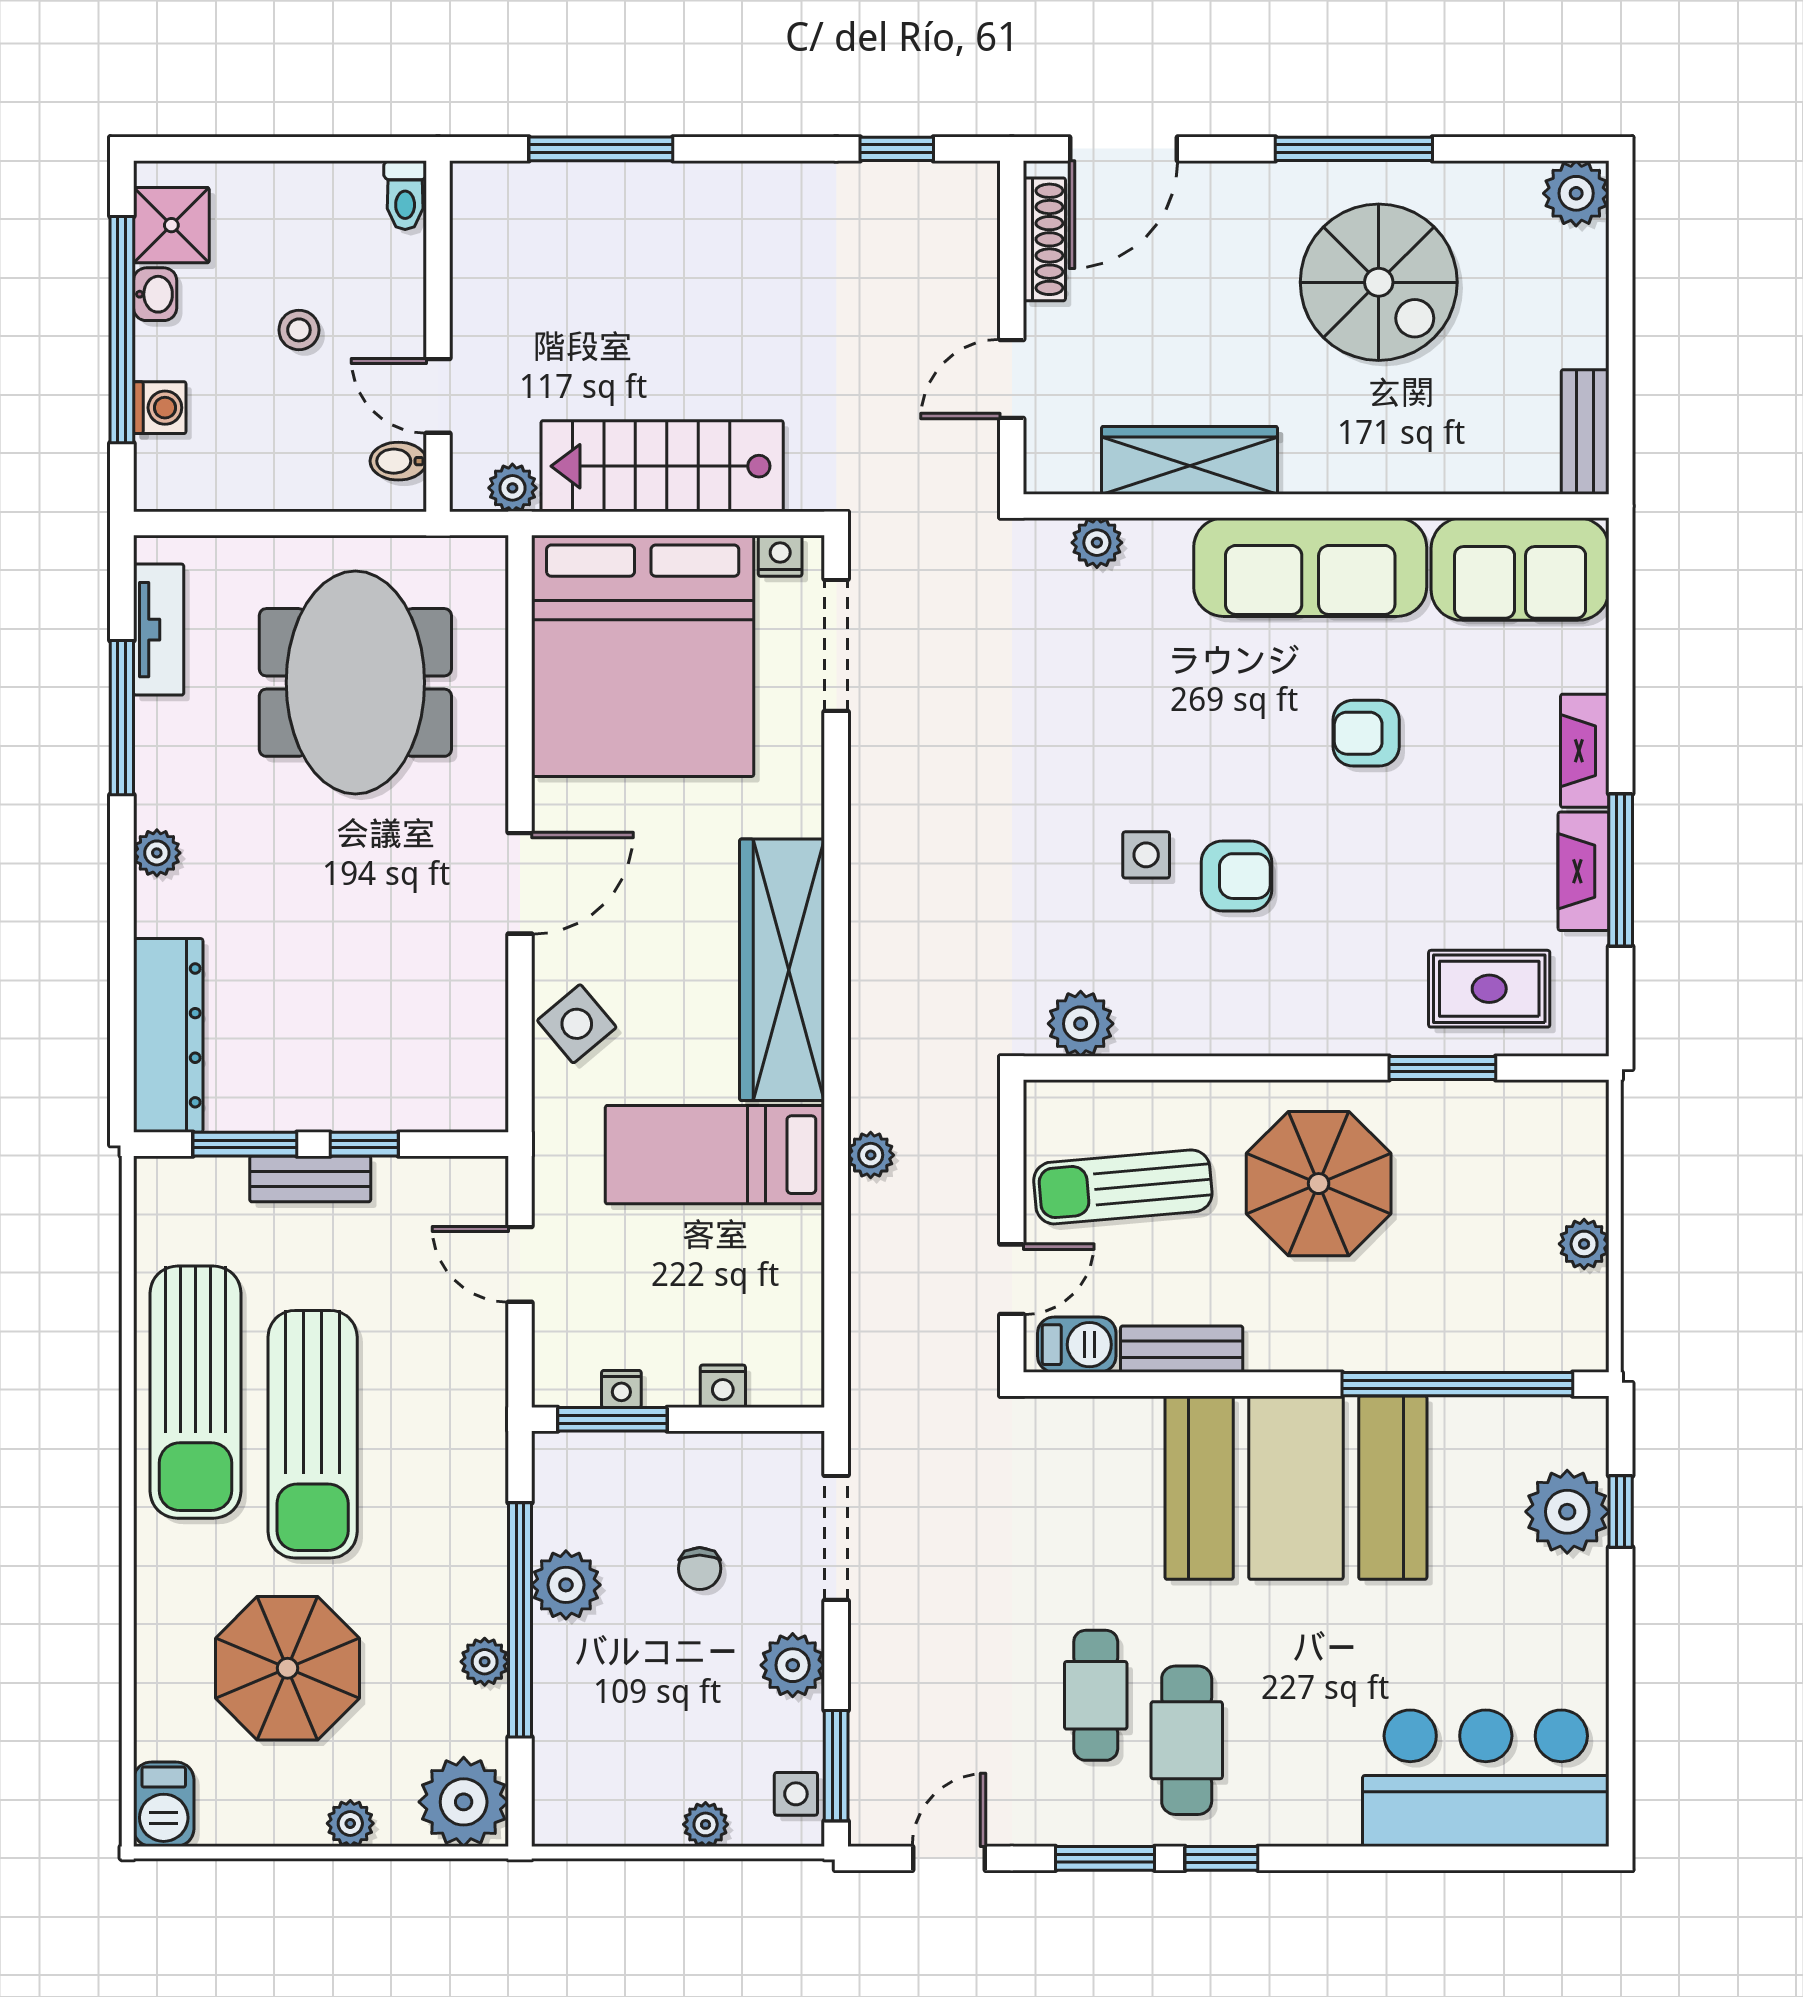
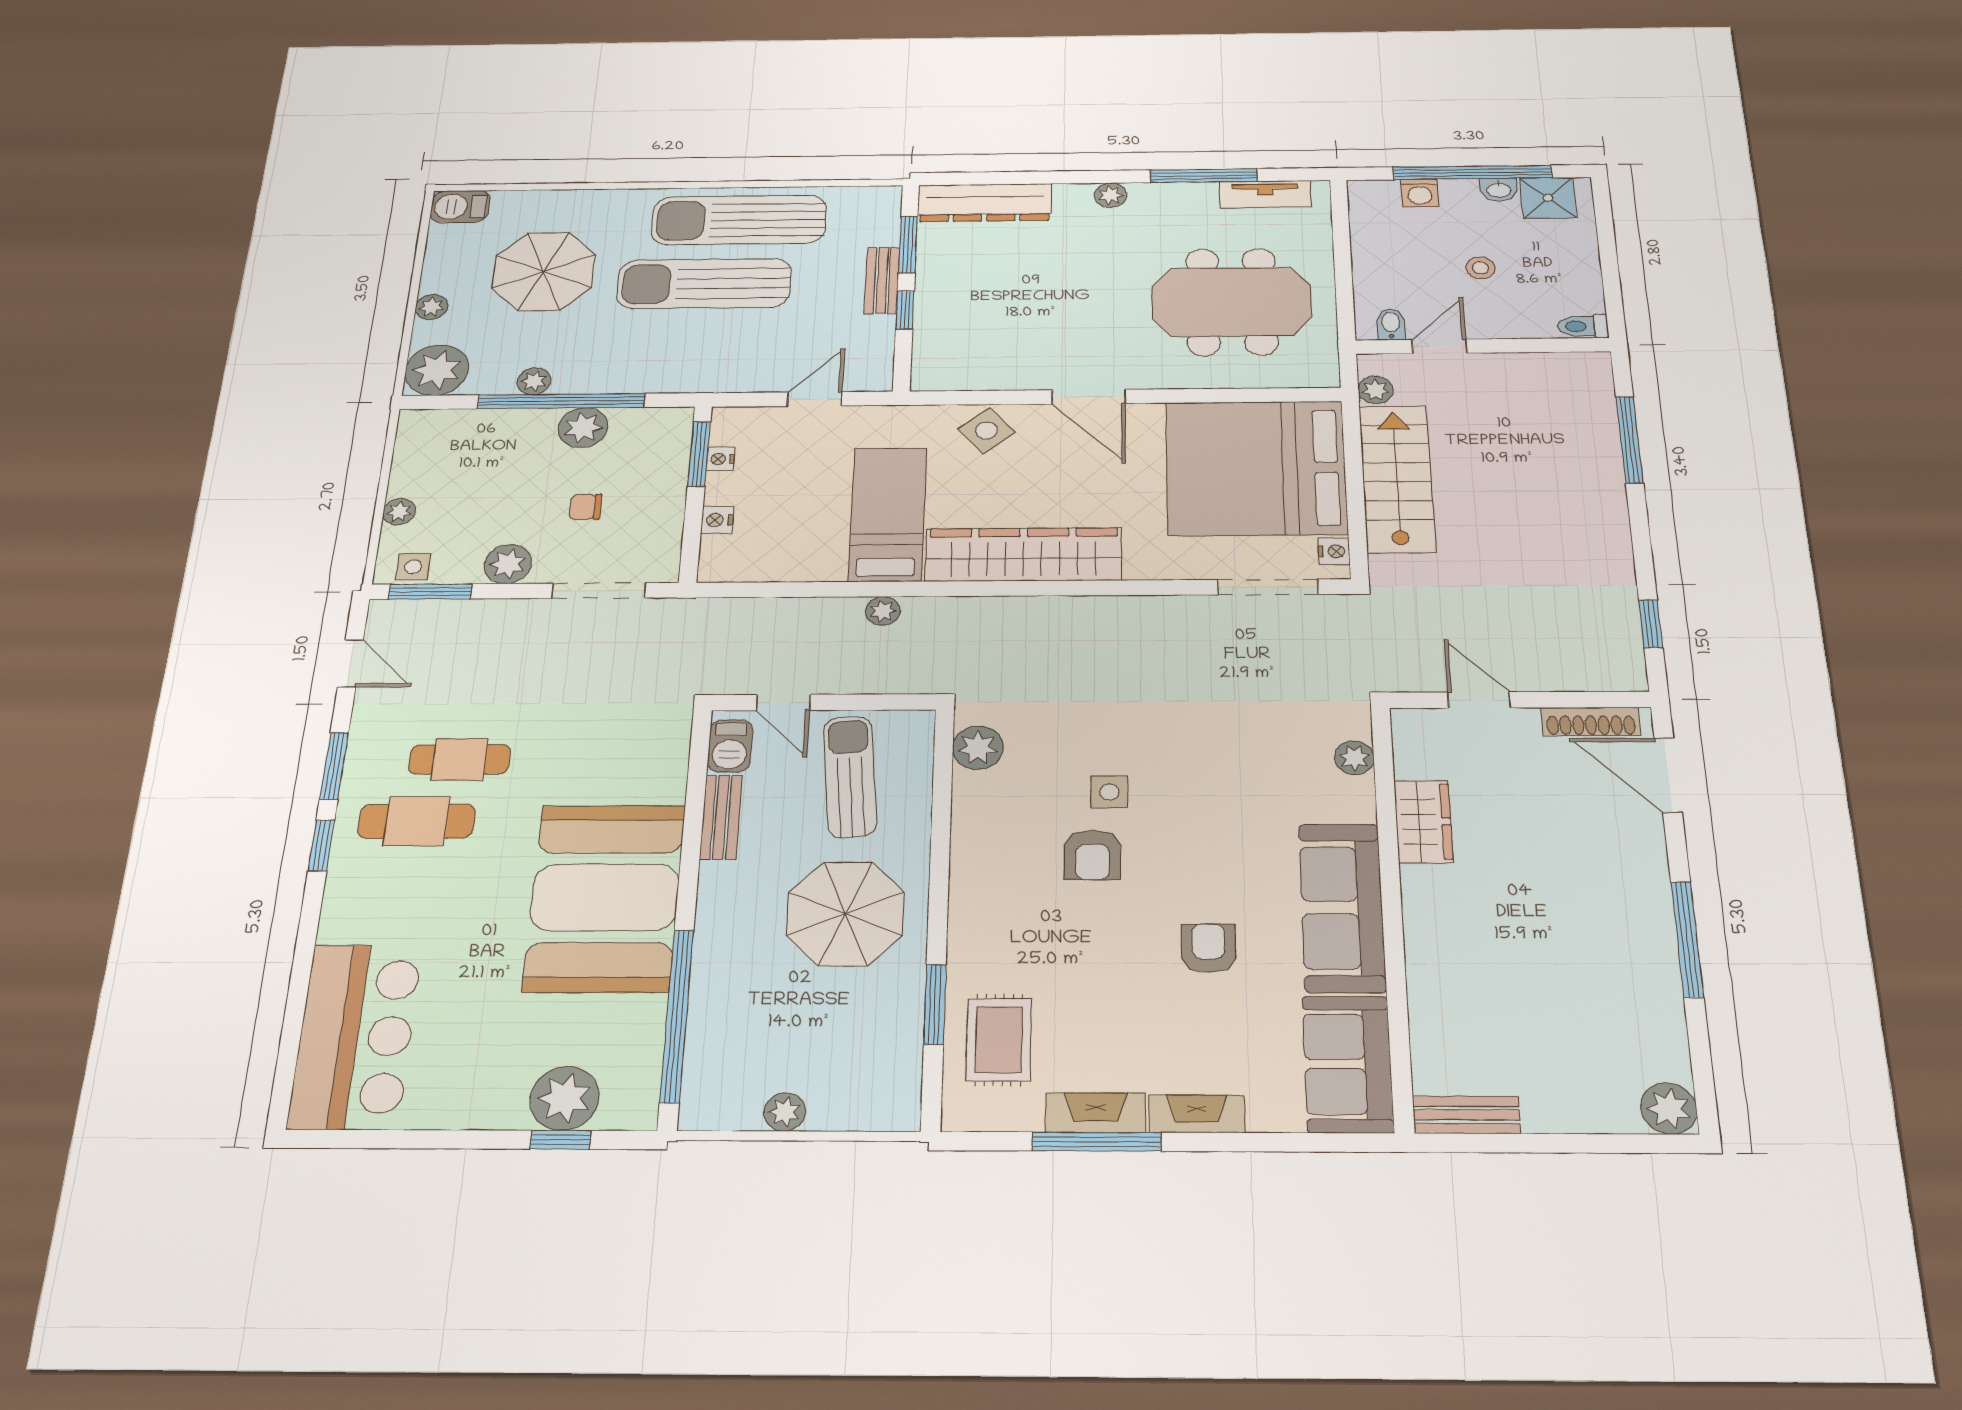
spiral stairs: (1379, 282) -> (1579, 958), removed
wardrobe: (1189, 460) -> (1423, 821), width x0.67

